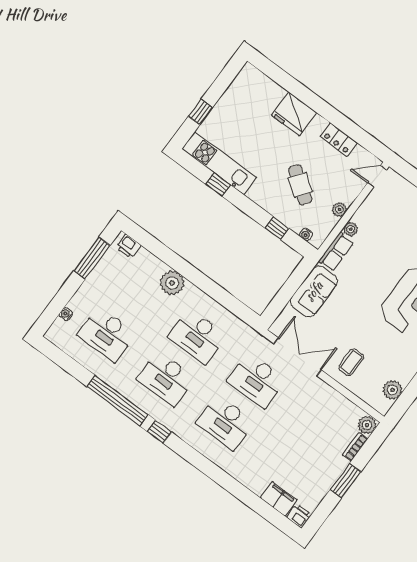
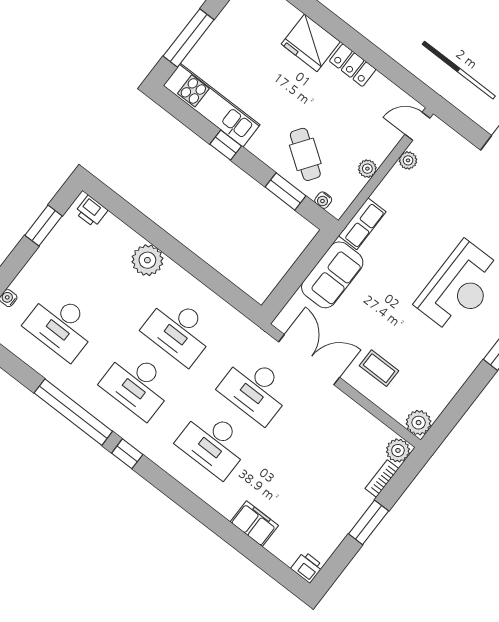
window: (200, 112) -> (189, 38), width x2.17
locker: (339, 139) -> (353, 65), moved
window: (218, 184) -> (226, 145), moved
cafe table: (300, 185) -> (305, 154), moved
window: (277, 228) -> (285, 191), width x1.50
plant: (351, 229) -> (408, 160), moved
window: (92, 258) -> (44, 226), width x0.69
coffee table: (351, 362) -> (379, 368), turned 90
plant: (392, 390) -> (419, 423), moved
filing cabinet: (279, 499) -> (254, 524), moved

